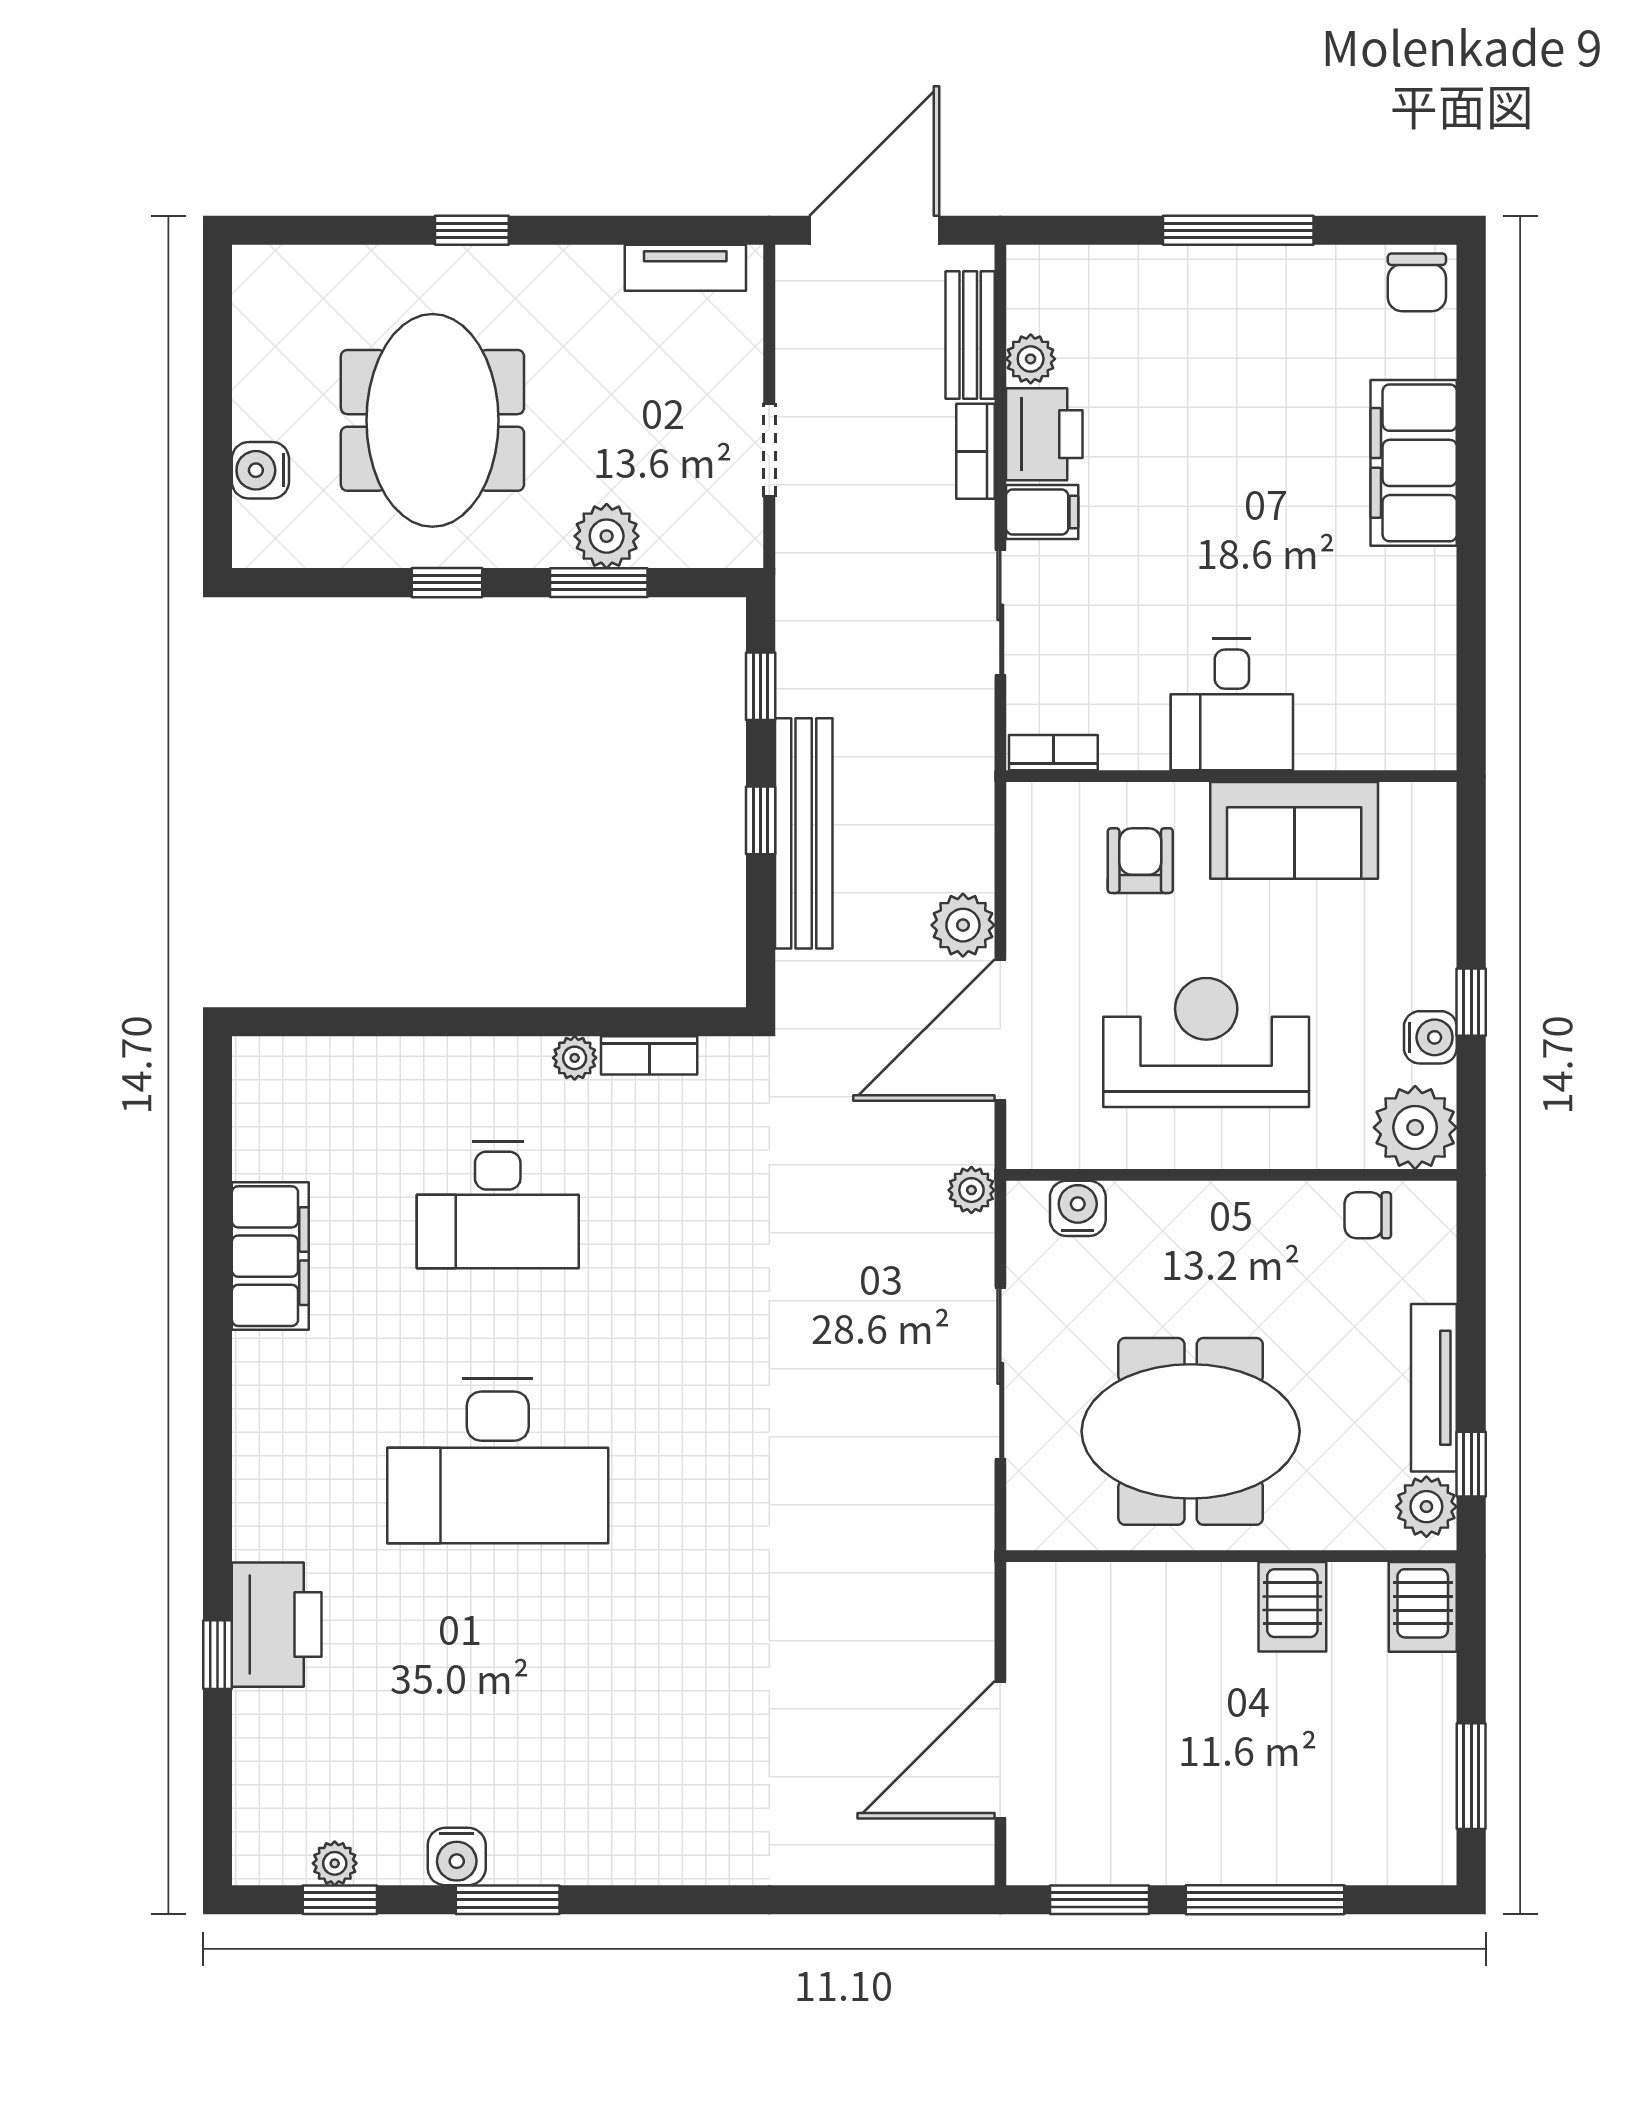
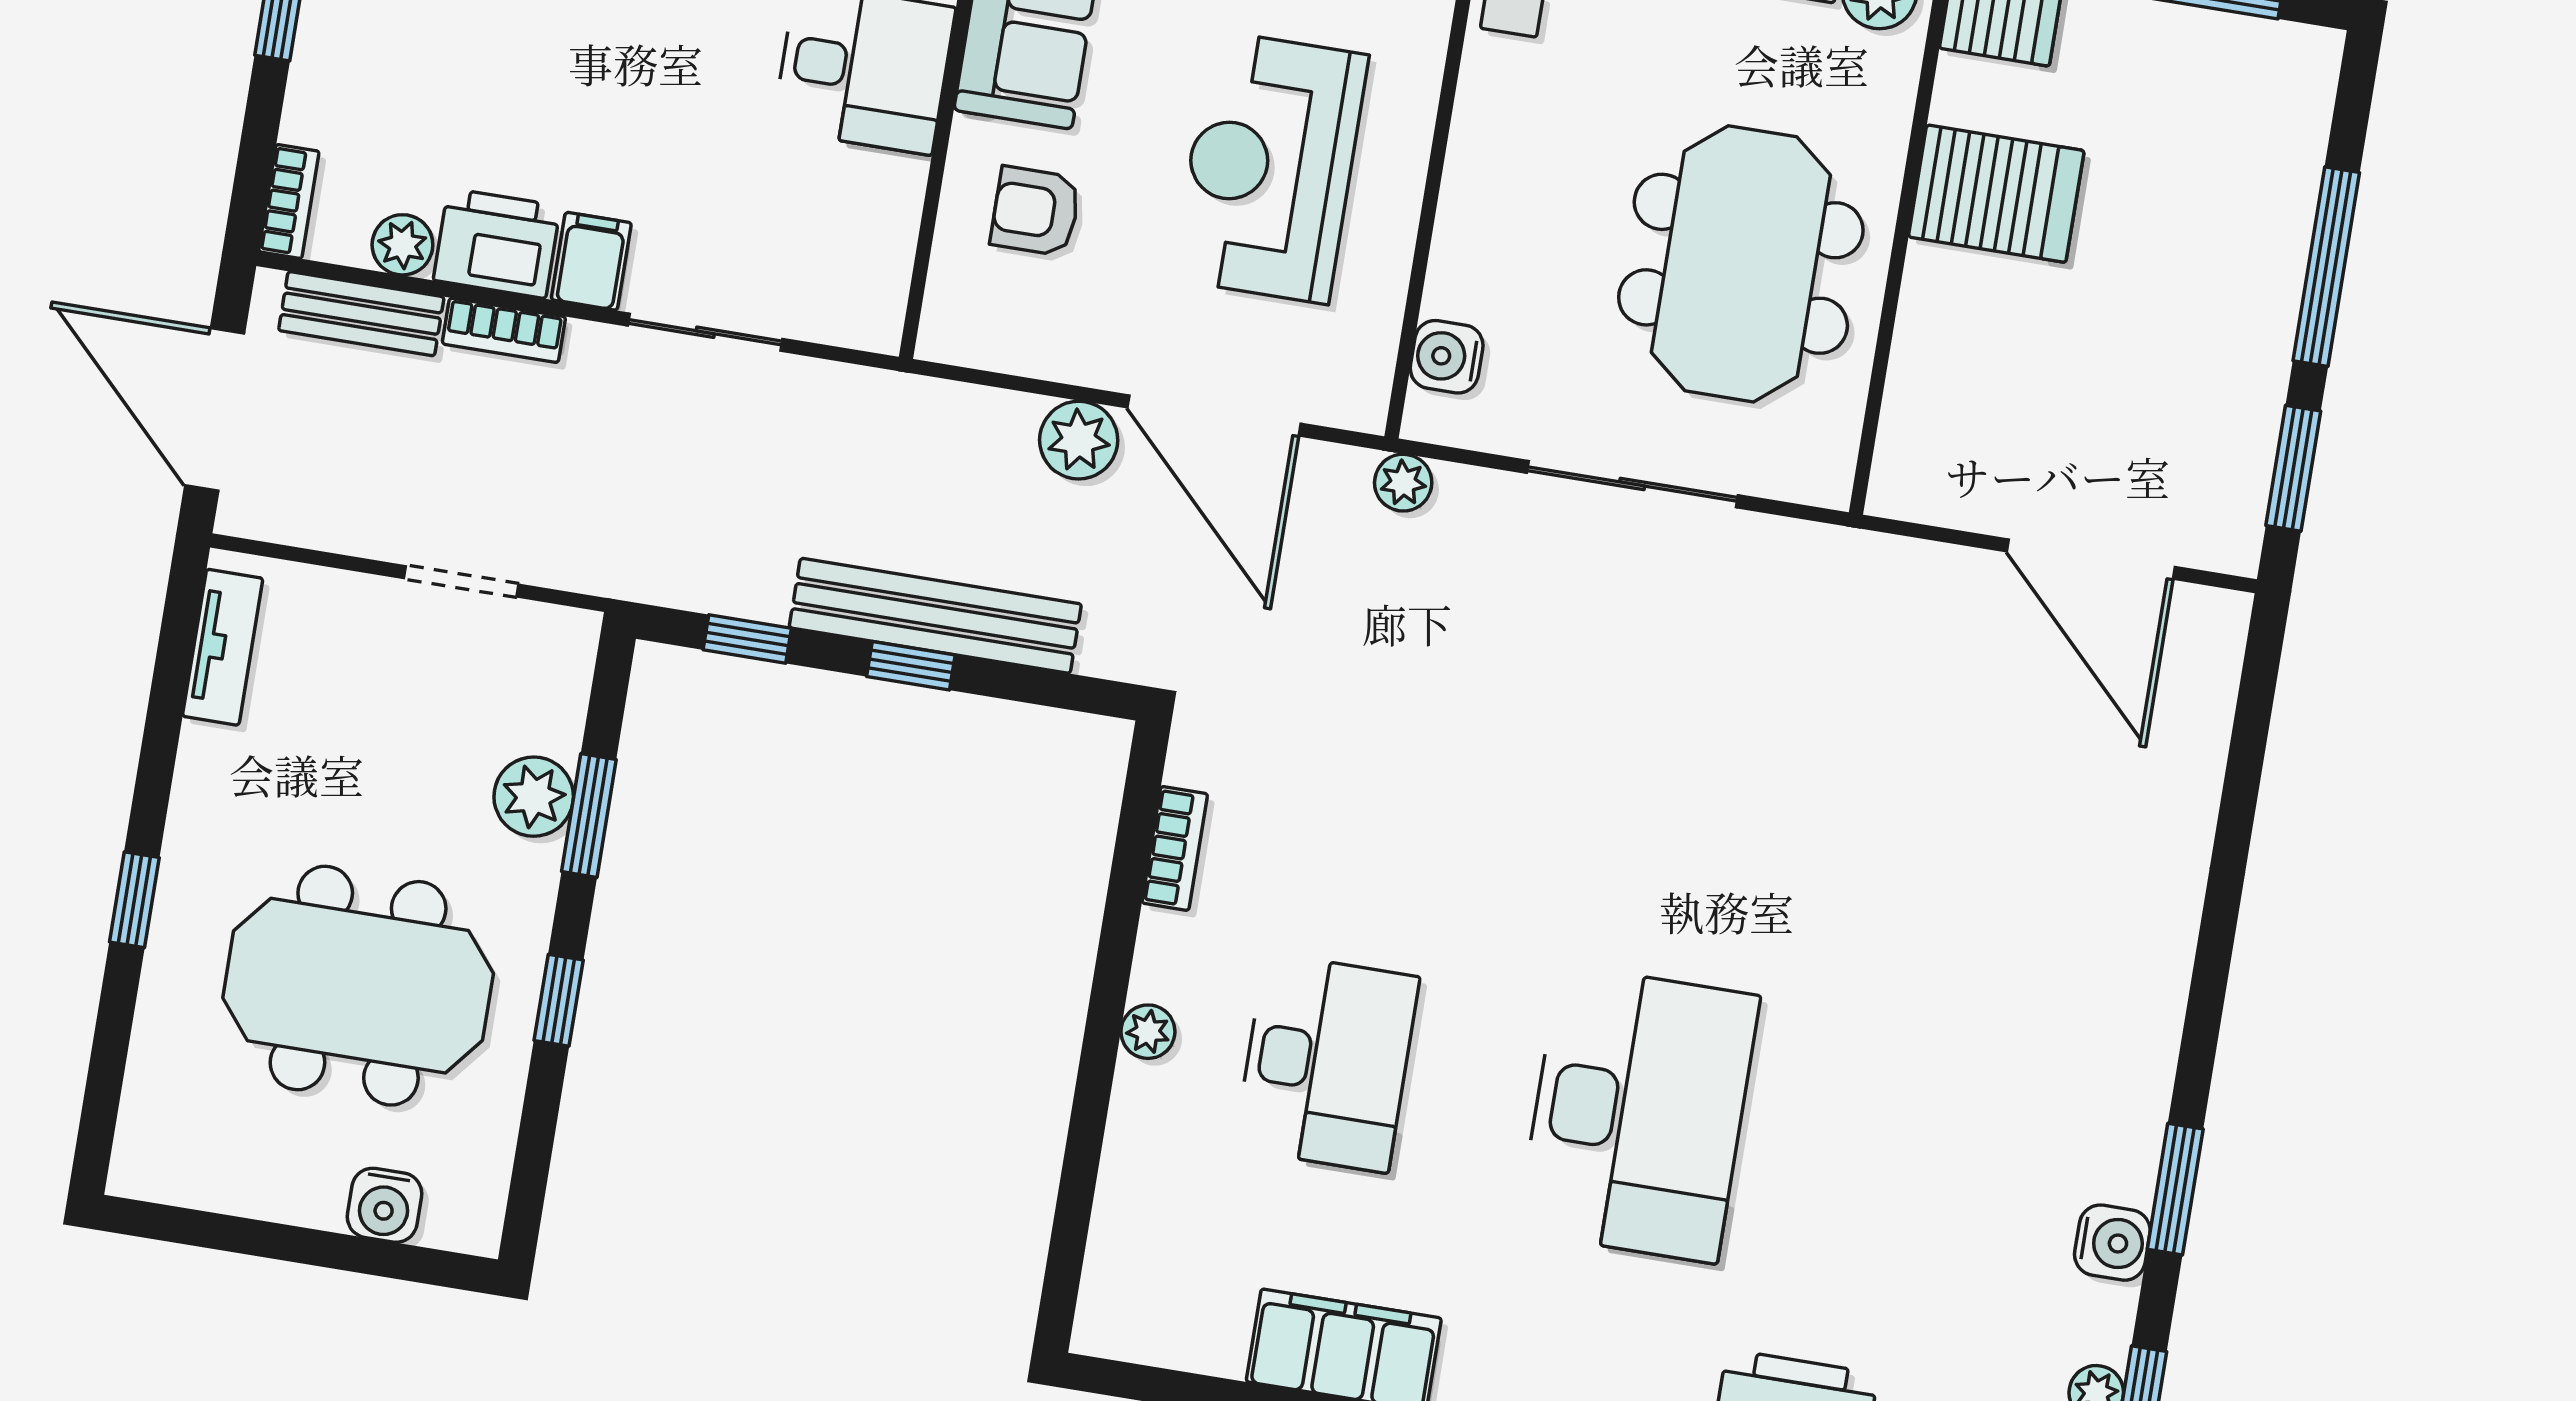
bookcase: (1053, 753) -> (289, 201), moved, turned 180
plant: (575, 1058) -> (1148, 1032), moved
server rack: (1292, 1607) -> (1996, 194), width x1.36, depth x1.44

